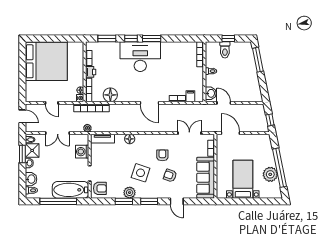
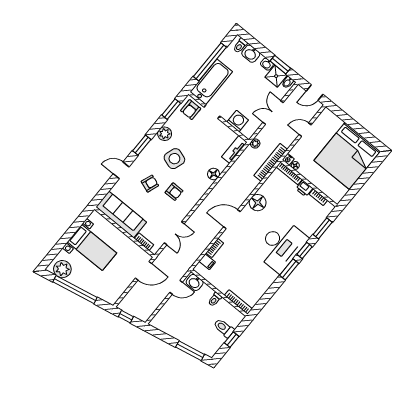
floor lamp: (110, 95) -> (258, 203), moved
plant: (270, 174) -> (62, 269), moved
window: (124, 201) -> (171, 109), moved

